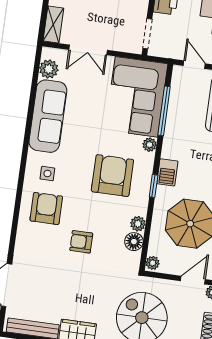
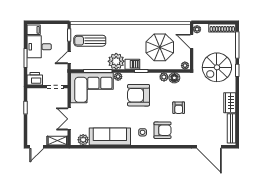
double door: (88, 50) -> (69, 119), swing flipped
plant: (176, 145) -> (116, 61), added
armchair: (46, 208) -> (162, 130), turned 180

